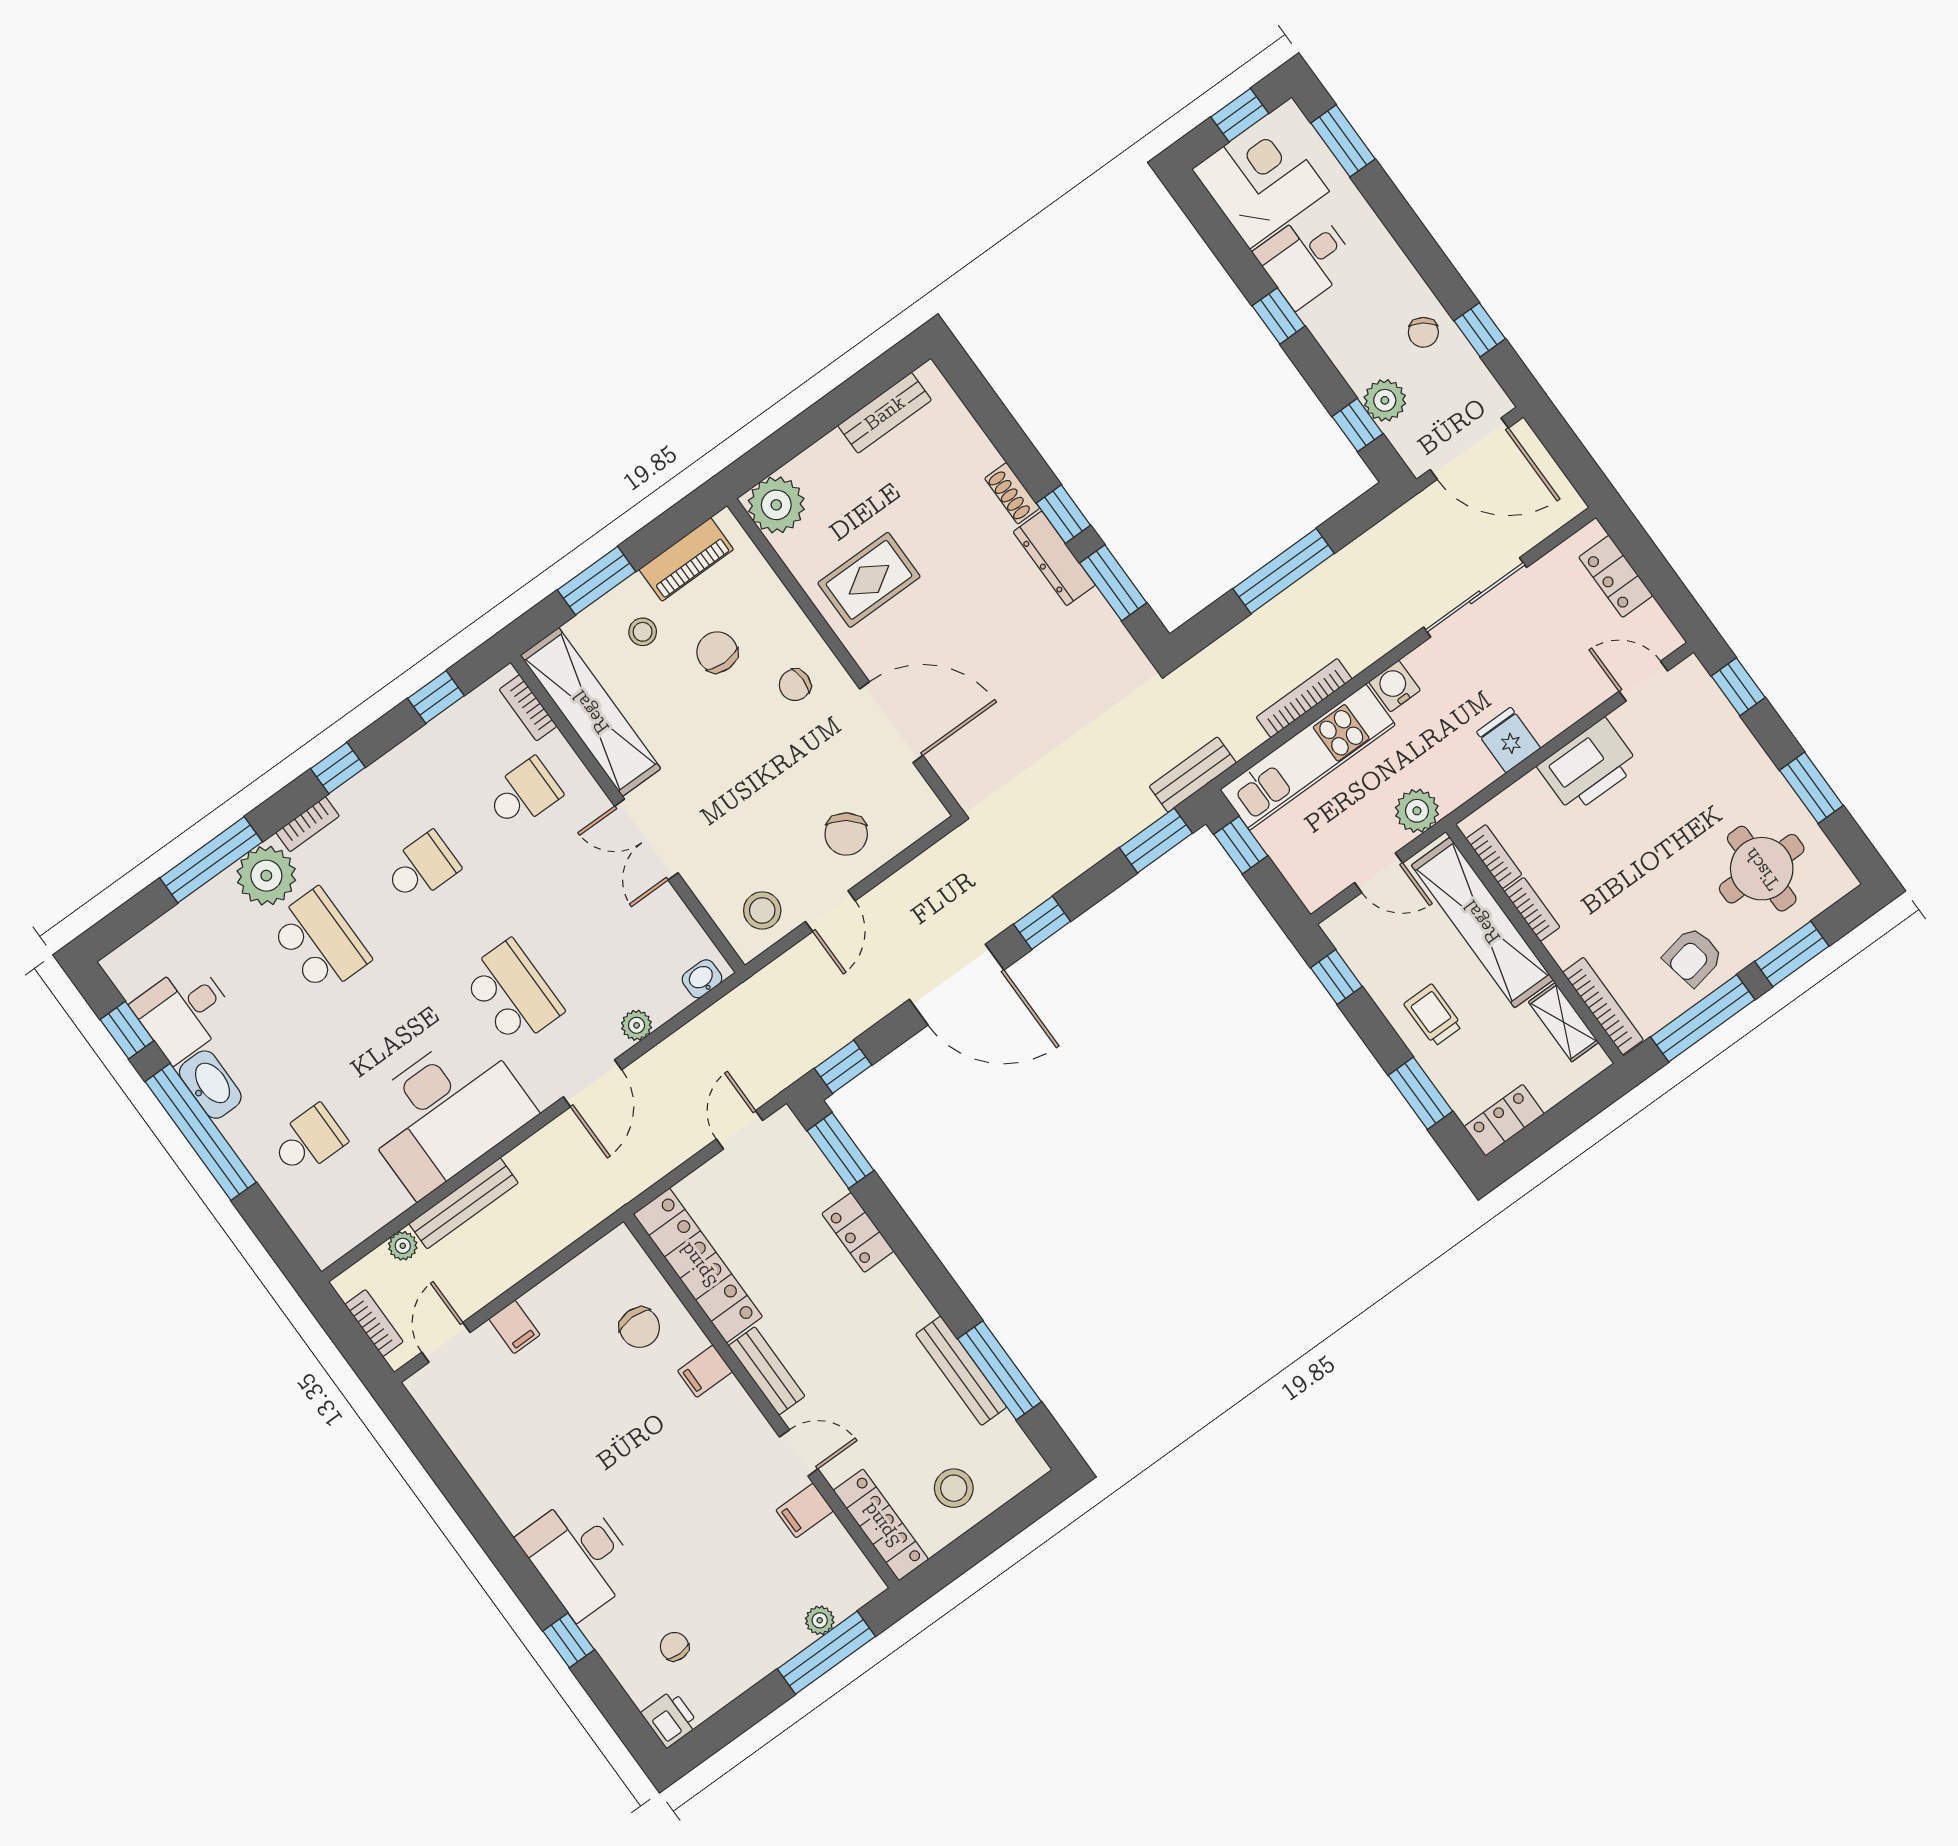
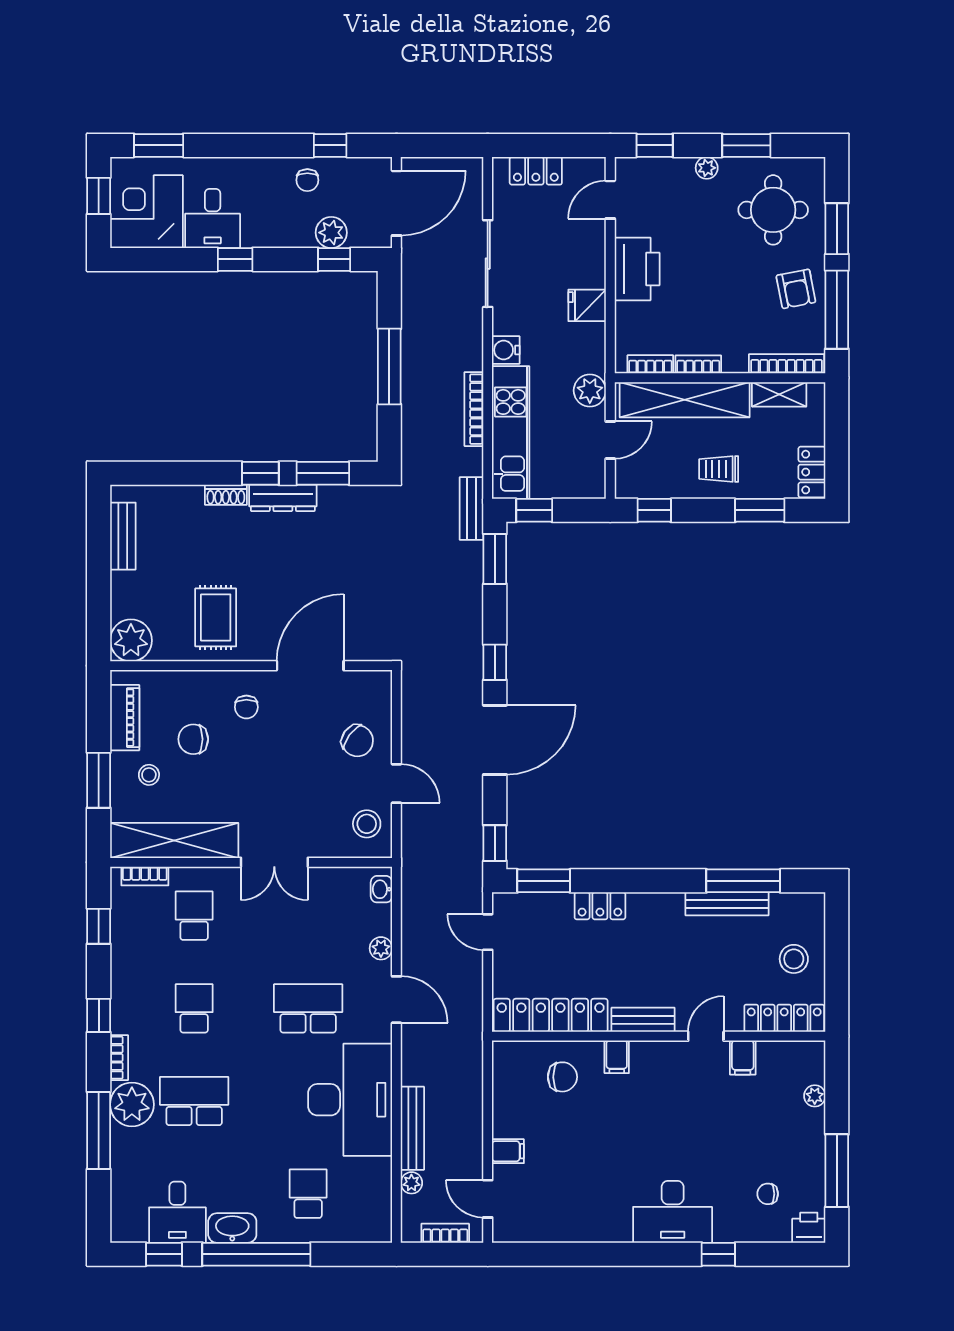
chair: (1423, 332) -> (307, 180), turned 55
plant: (1755, 762) -> (707, 168), added
window: (826, 1653) -> (837, 1171), moved

